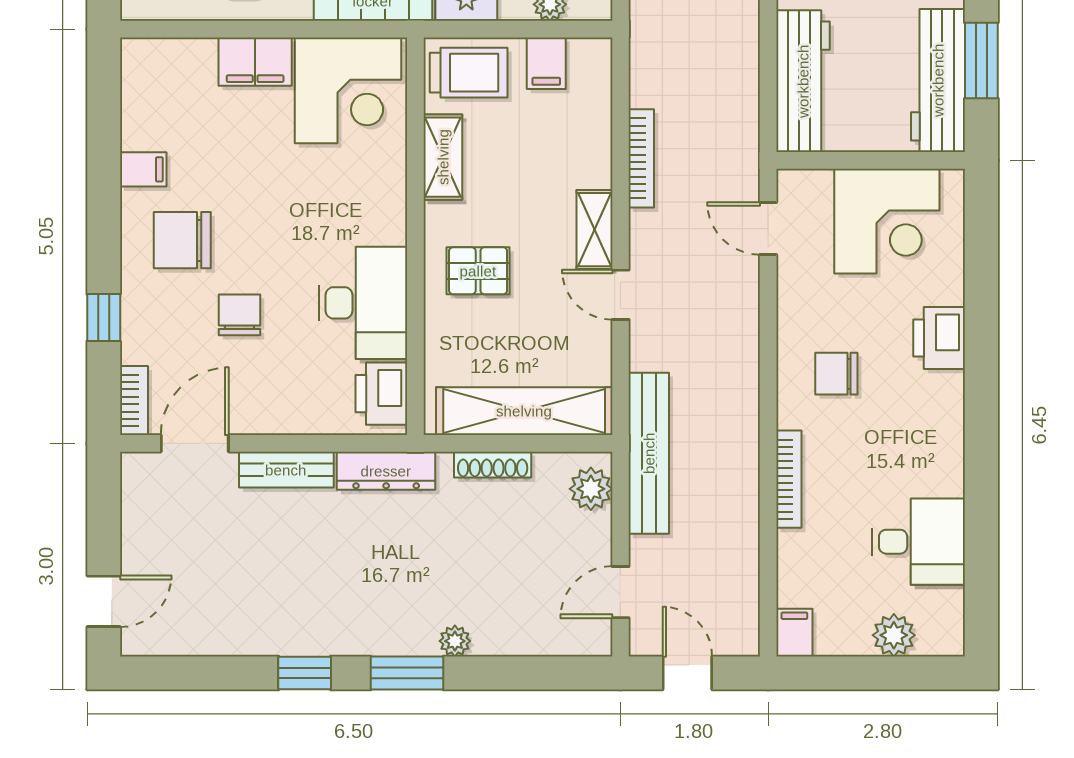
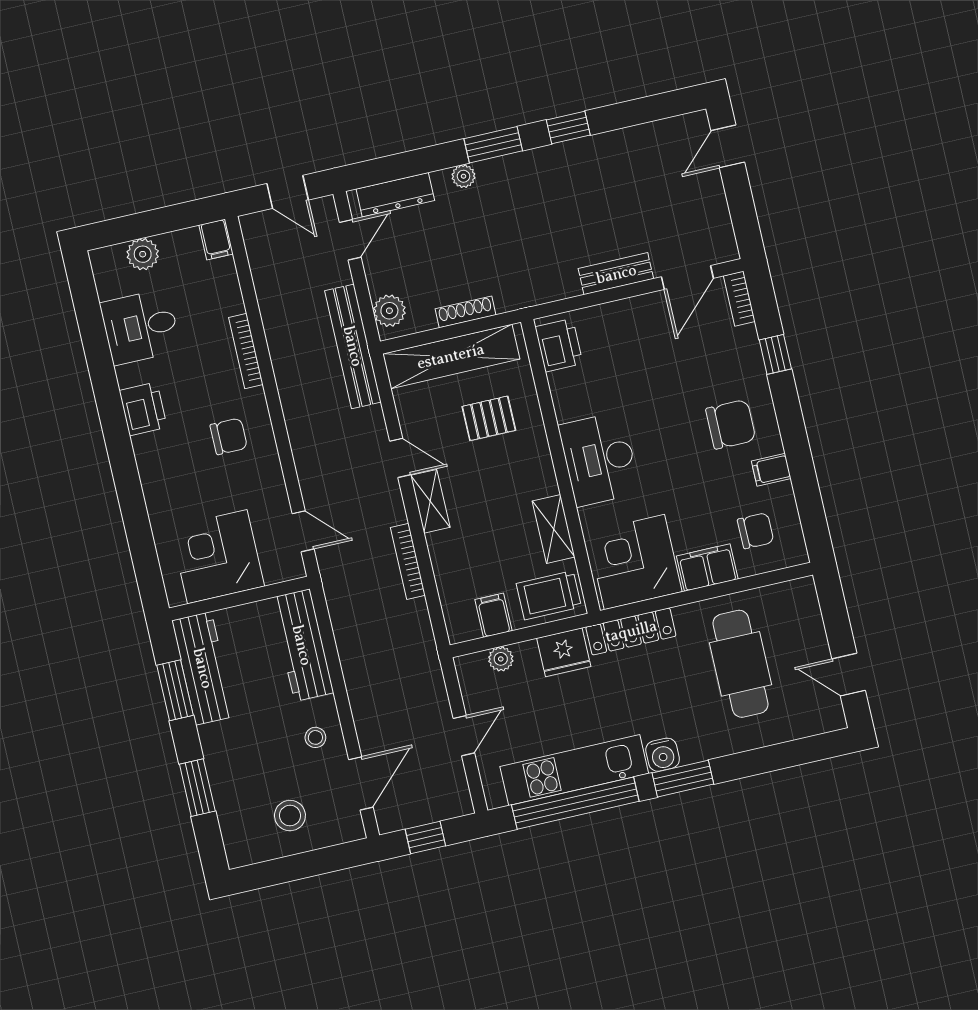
pallet: (478, 271) -> (489, 418), moved
desk: (363, 303) -> (599, 459), moved
chair: (239, 315) -> (756, 531), moved, turned -90
printer: (939, 338) -> (143, 409), moved
dresser: (386, 471) -> (395, 195), moved, turned 180

